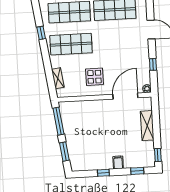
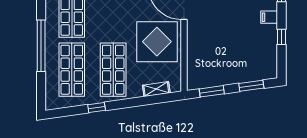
display table: (94, 77) -> (157, 42), width x1.86, depth x1.86
window: (58, 121) -> (212, 91), width x0.69

